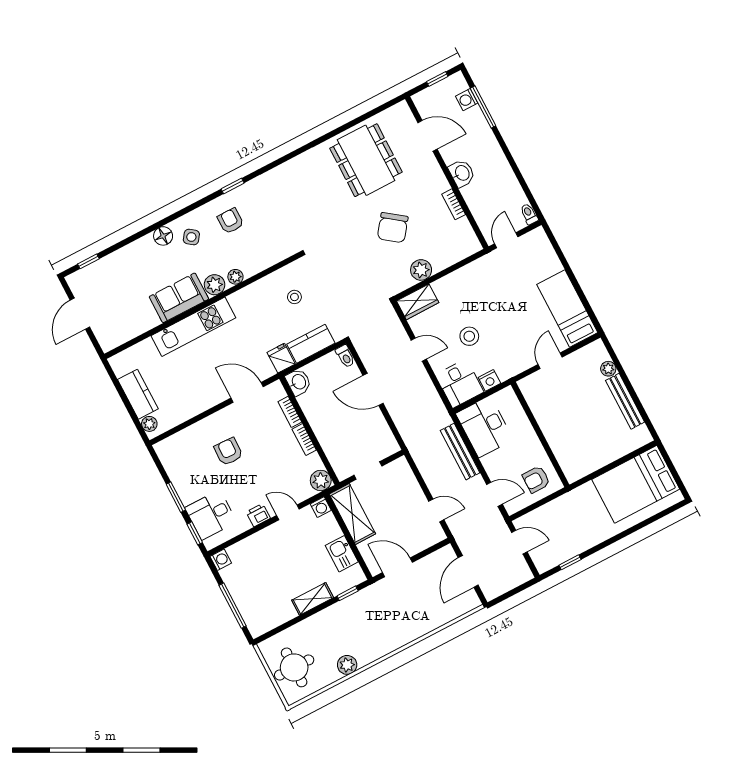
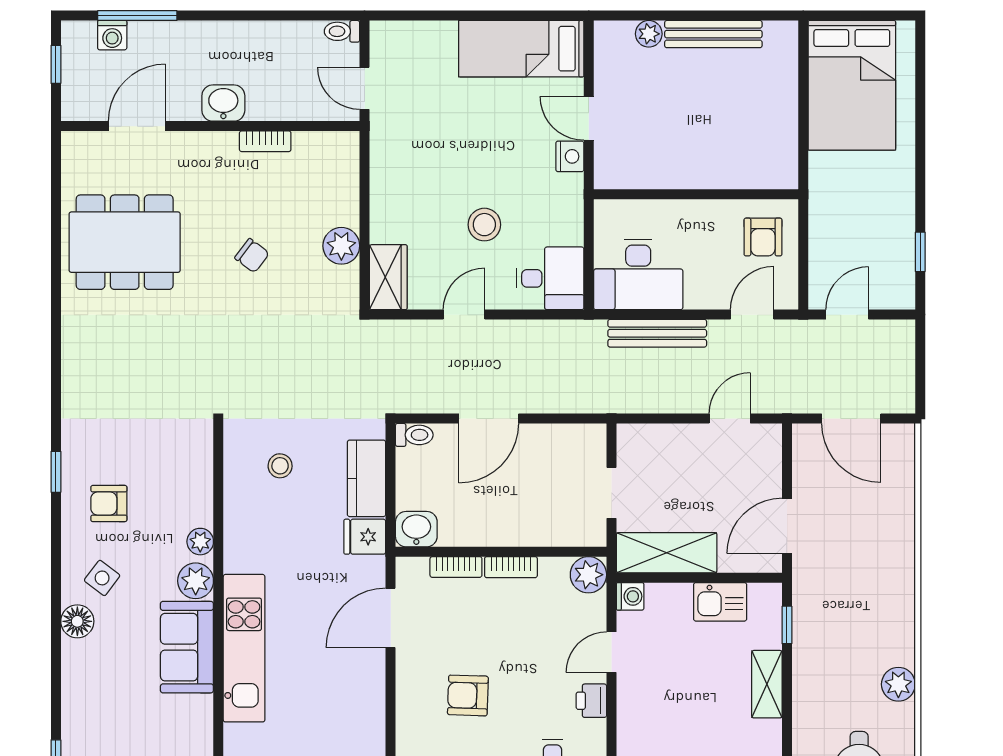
chair: (393, 228) -> (252, 256), width x0.54, depth x0.54
nightstand: (489, 380) -> (570, 156), moved

